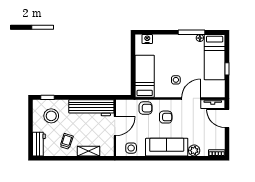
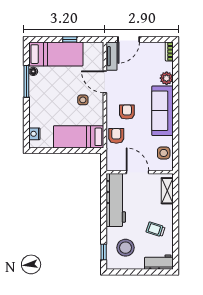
shelving: (89, 151) -> (167, 191), moved

